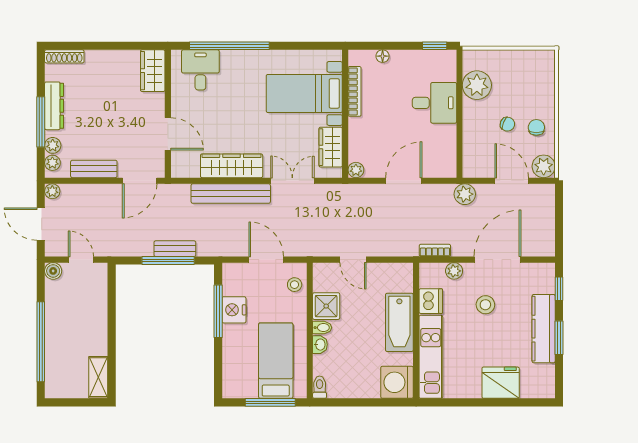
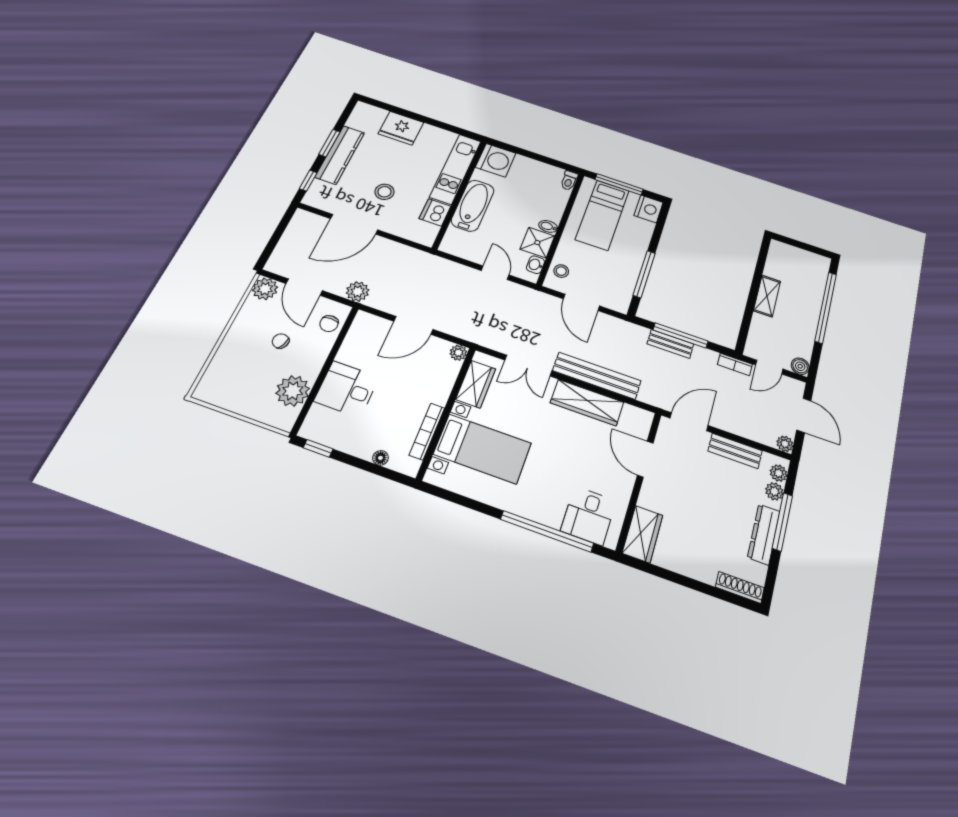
chair: (536, 127) -> (329, 324), moved
bookcase: (435, 250) -> (735, 364), moved
door: (81, 260) -> (769, 367), hinge flipped
plant: (454, 271) -> (401, 229), removed
nightstand: (234, 310) -> (649, 209), moved
washbasin: (320, 345) -> (535, 265), moved
shelving: (98, 377) -> (767, 296), moved

